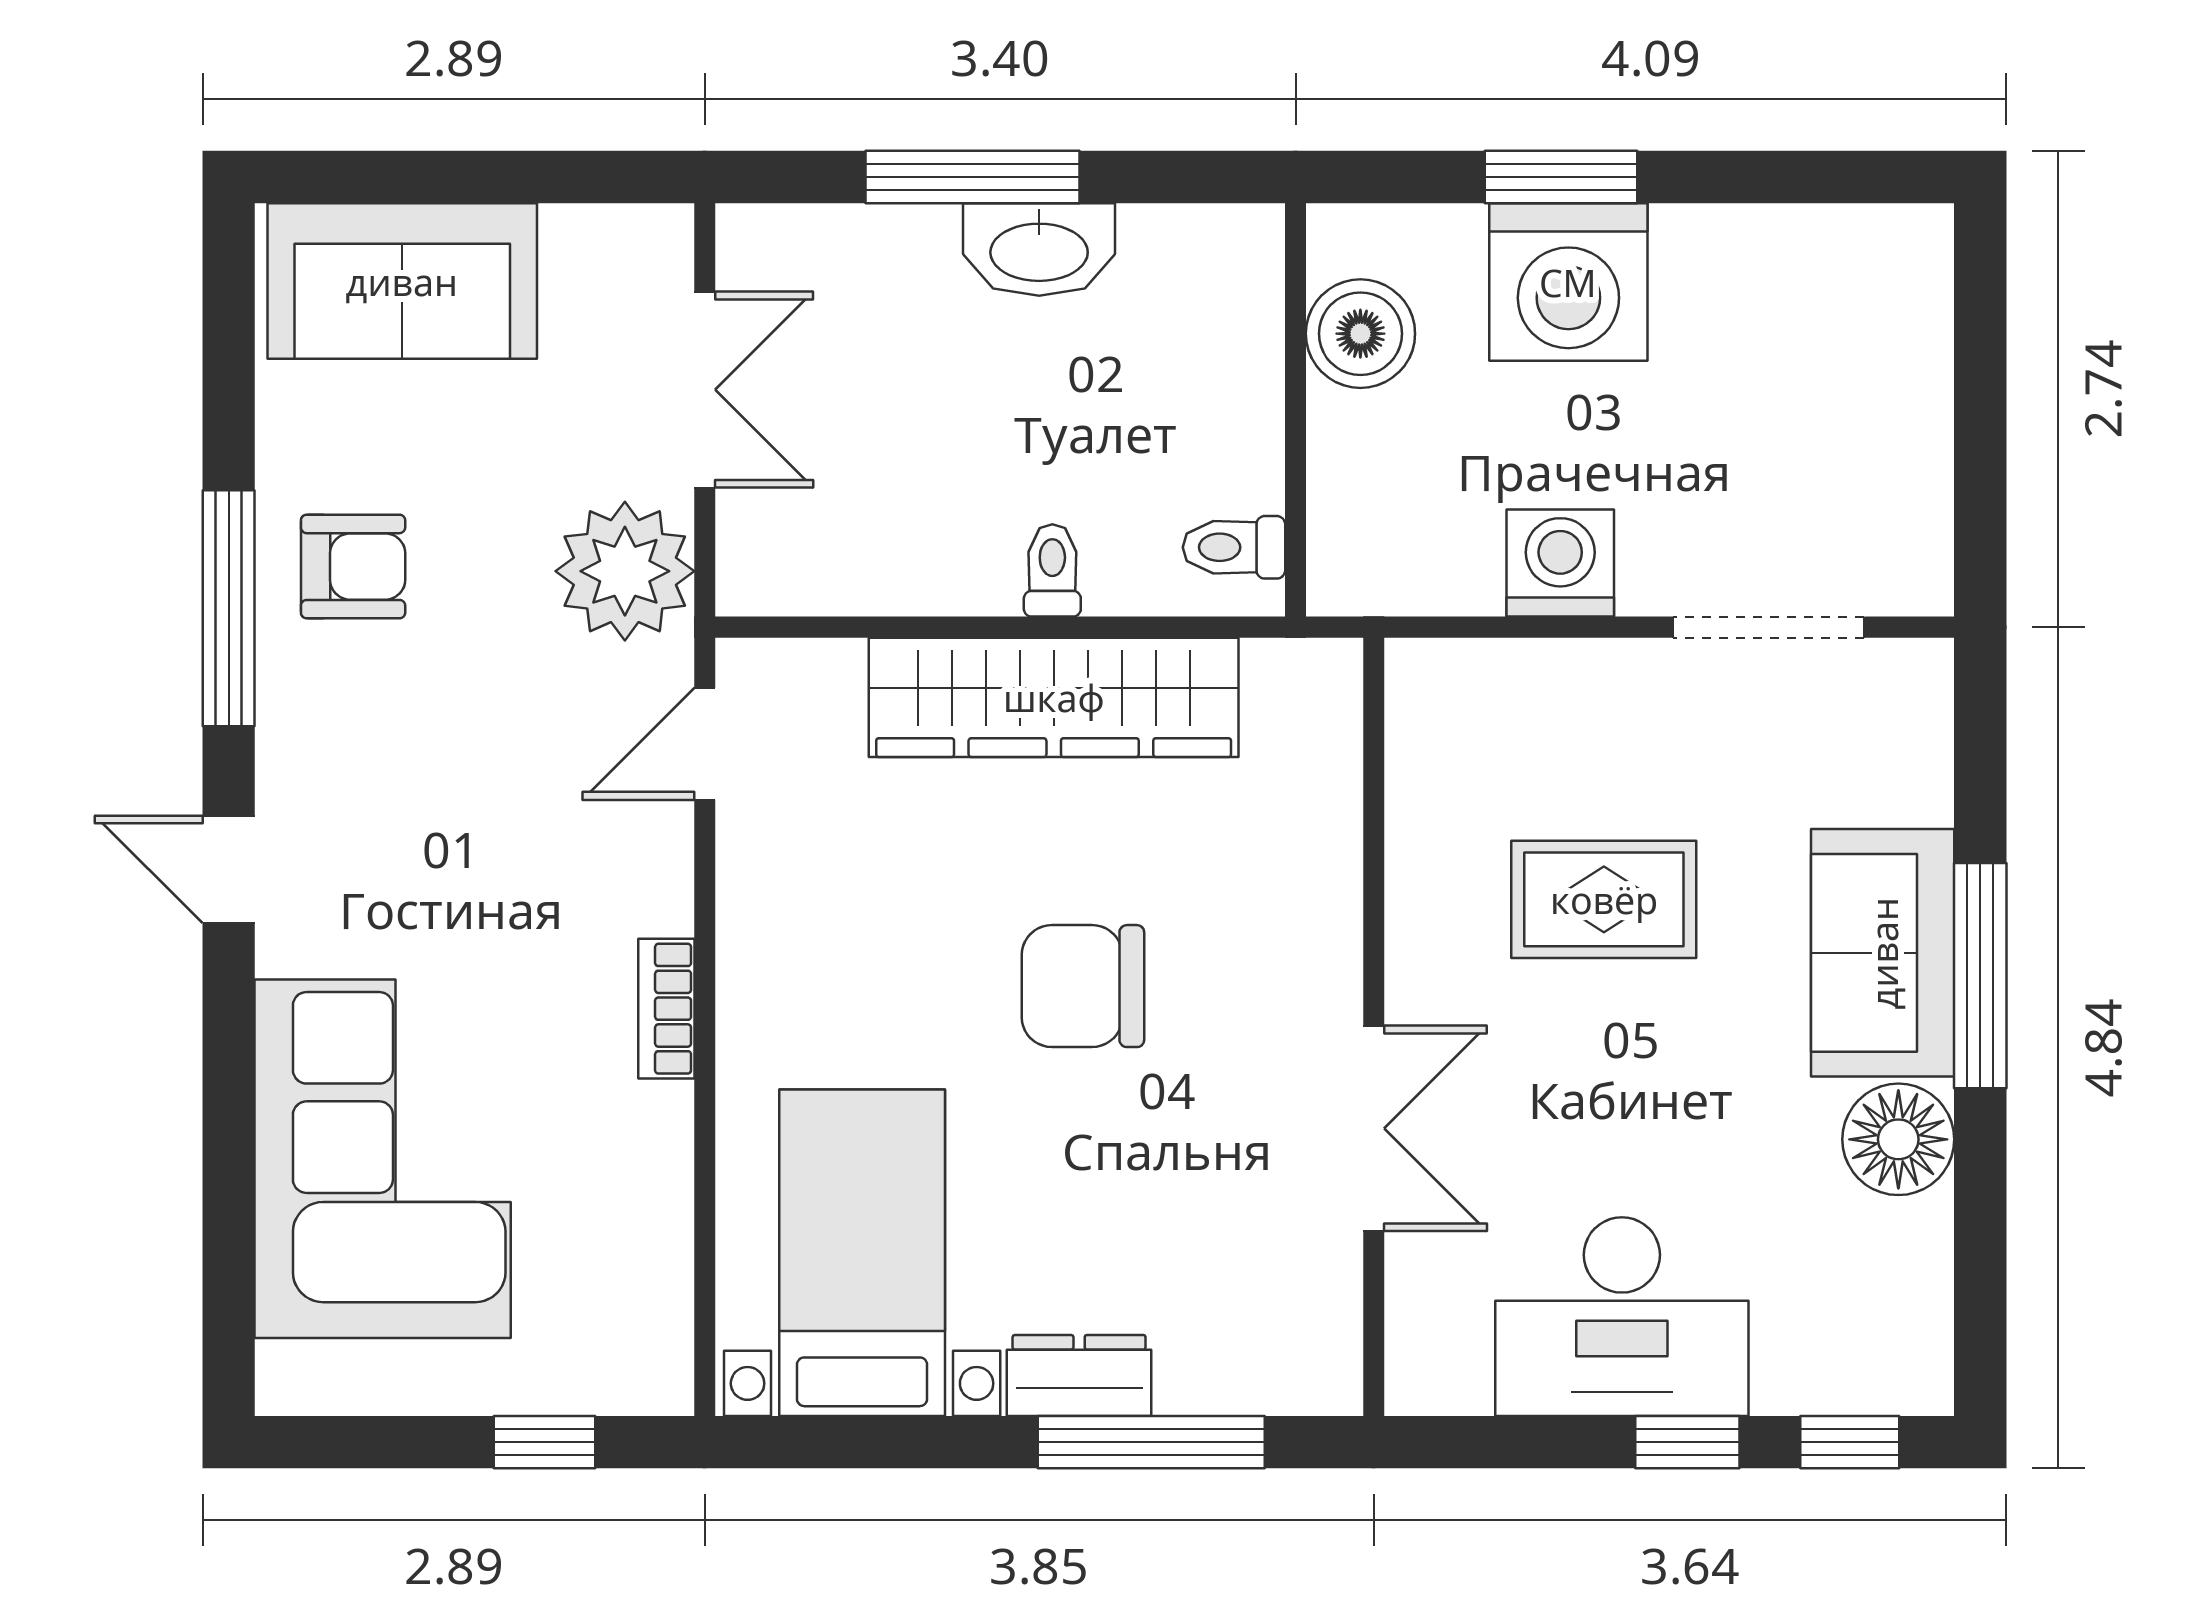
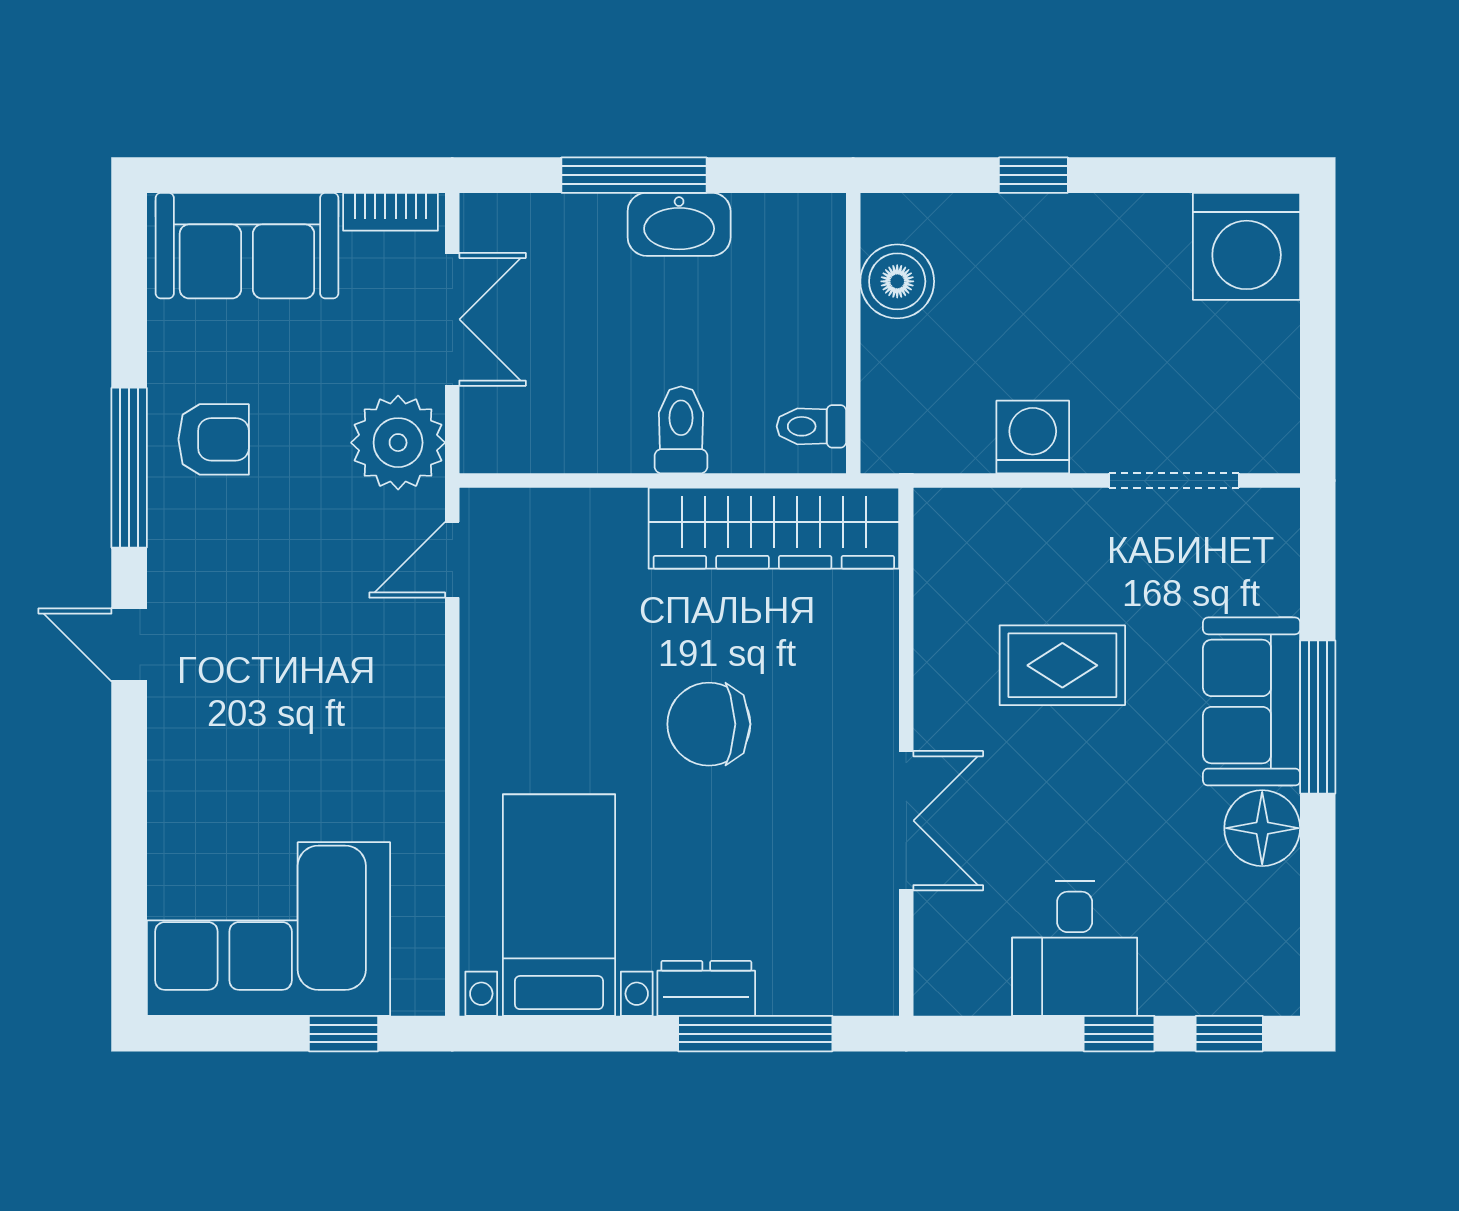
window: (1561, 177) -> (1033, 175), width x0.67
washing machine: (1568, 282) -> (1247, 246), moved
toilet: (1052, 570) -> (681, 430), width x1.37, depth x1.39
wardrobe: (1054, 697) -> (774, 528), moved
bookcase: (666, 1009) -> (391, 212), moved, turned -90
corner sofa: (383, 1159) -> (268, 929), moved, turned -90
desk: (1622, 1317) -> (1075, 948), width x0.73

